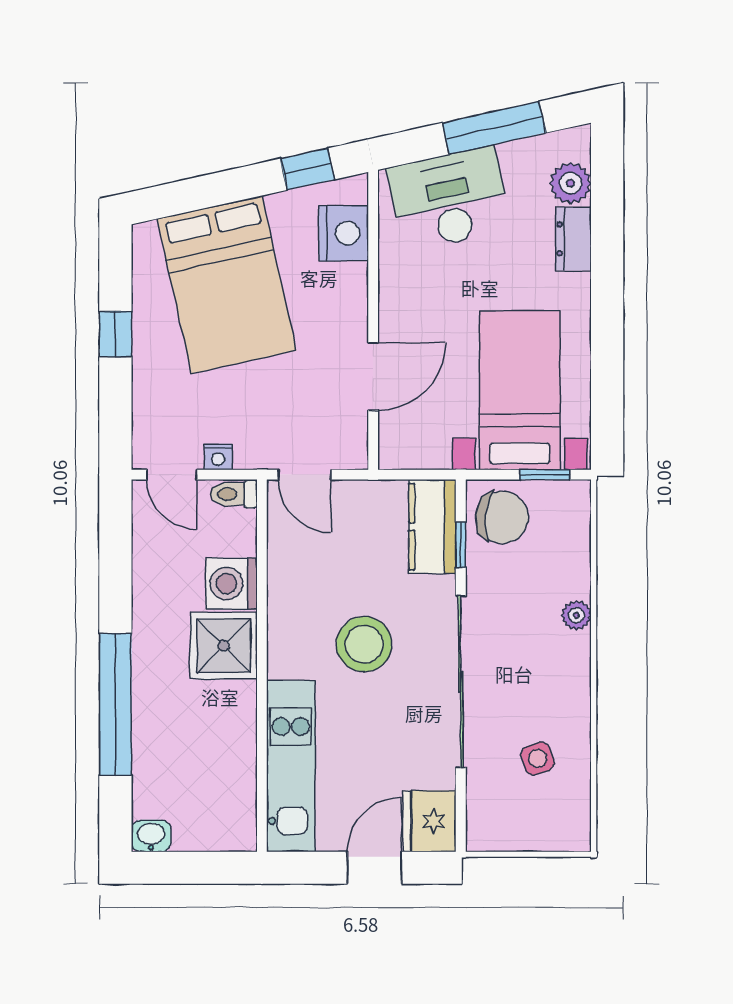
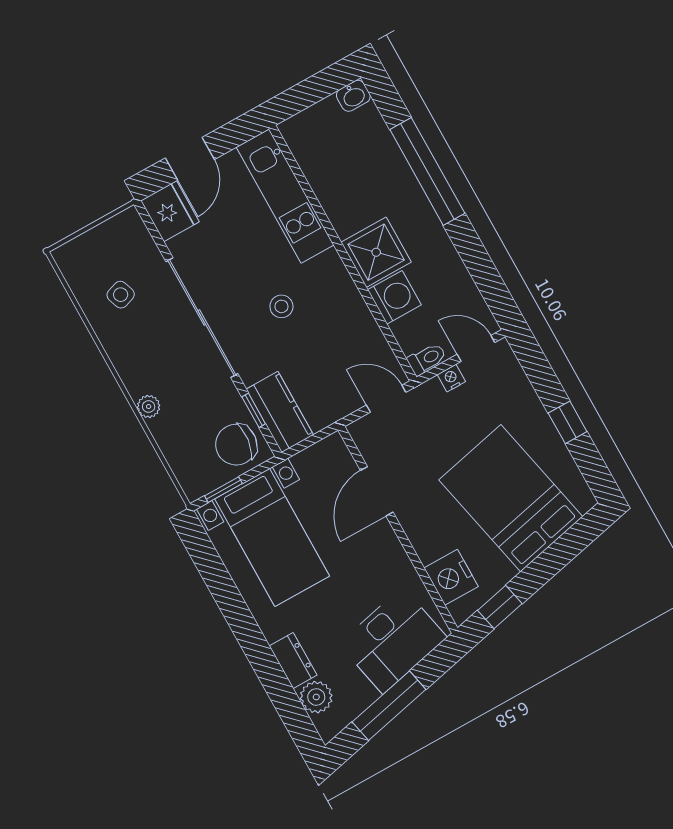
stool: (364, 644) -> (281, 306), width x0.53, depth x0.53

